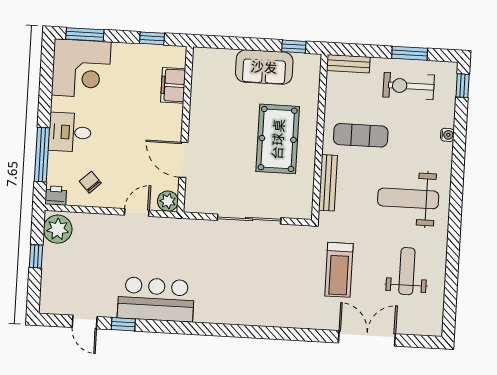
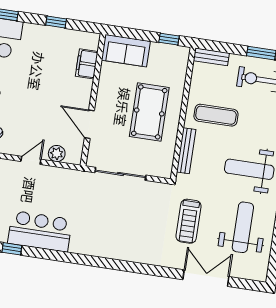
sofa: (264, 67) -> (126, 51), moved
filing cabinet: (173, 85) -> (87, 64), moved
wall: (185, 129) -> (93, 100), moved
door: (183, 160) -> (89, 124), moved
weight bench: (407, 271) -> (243, 227), width x1.36, depth x1.33

